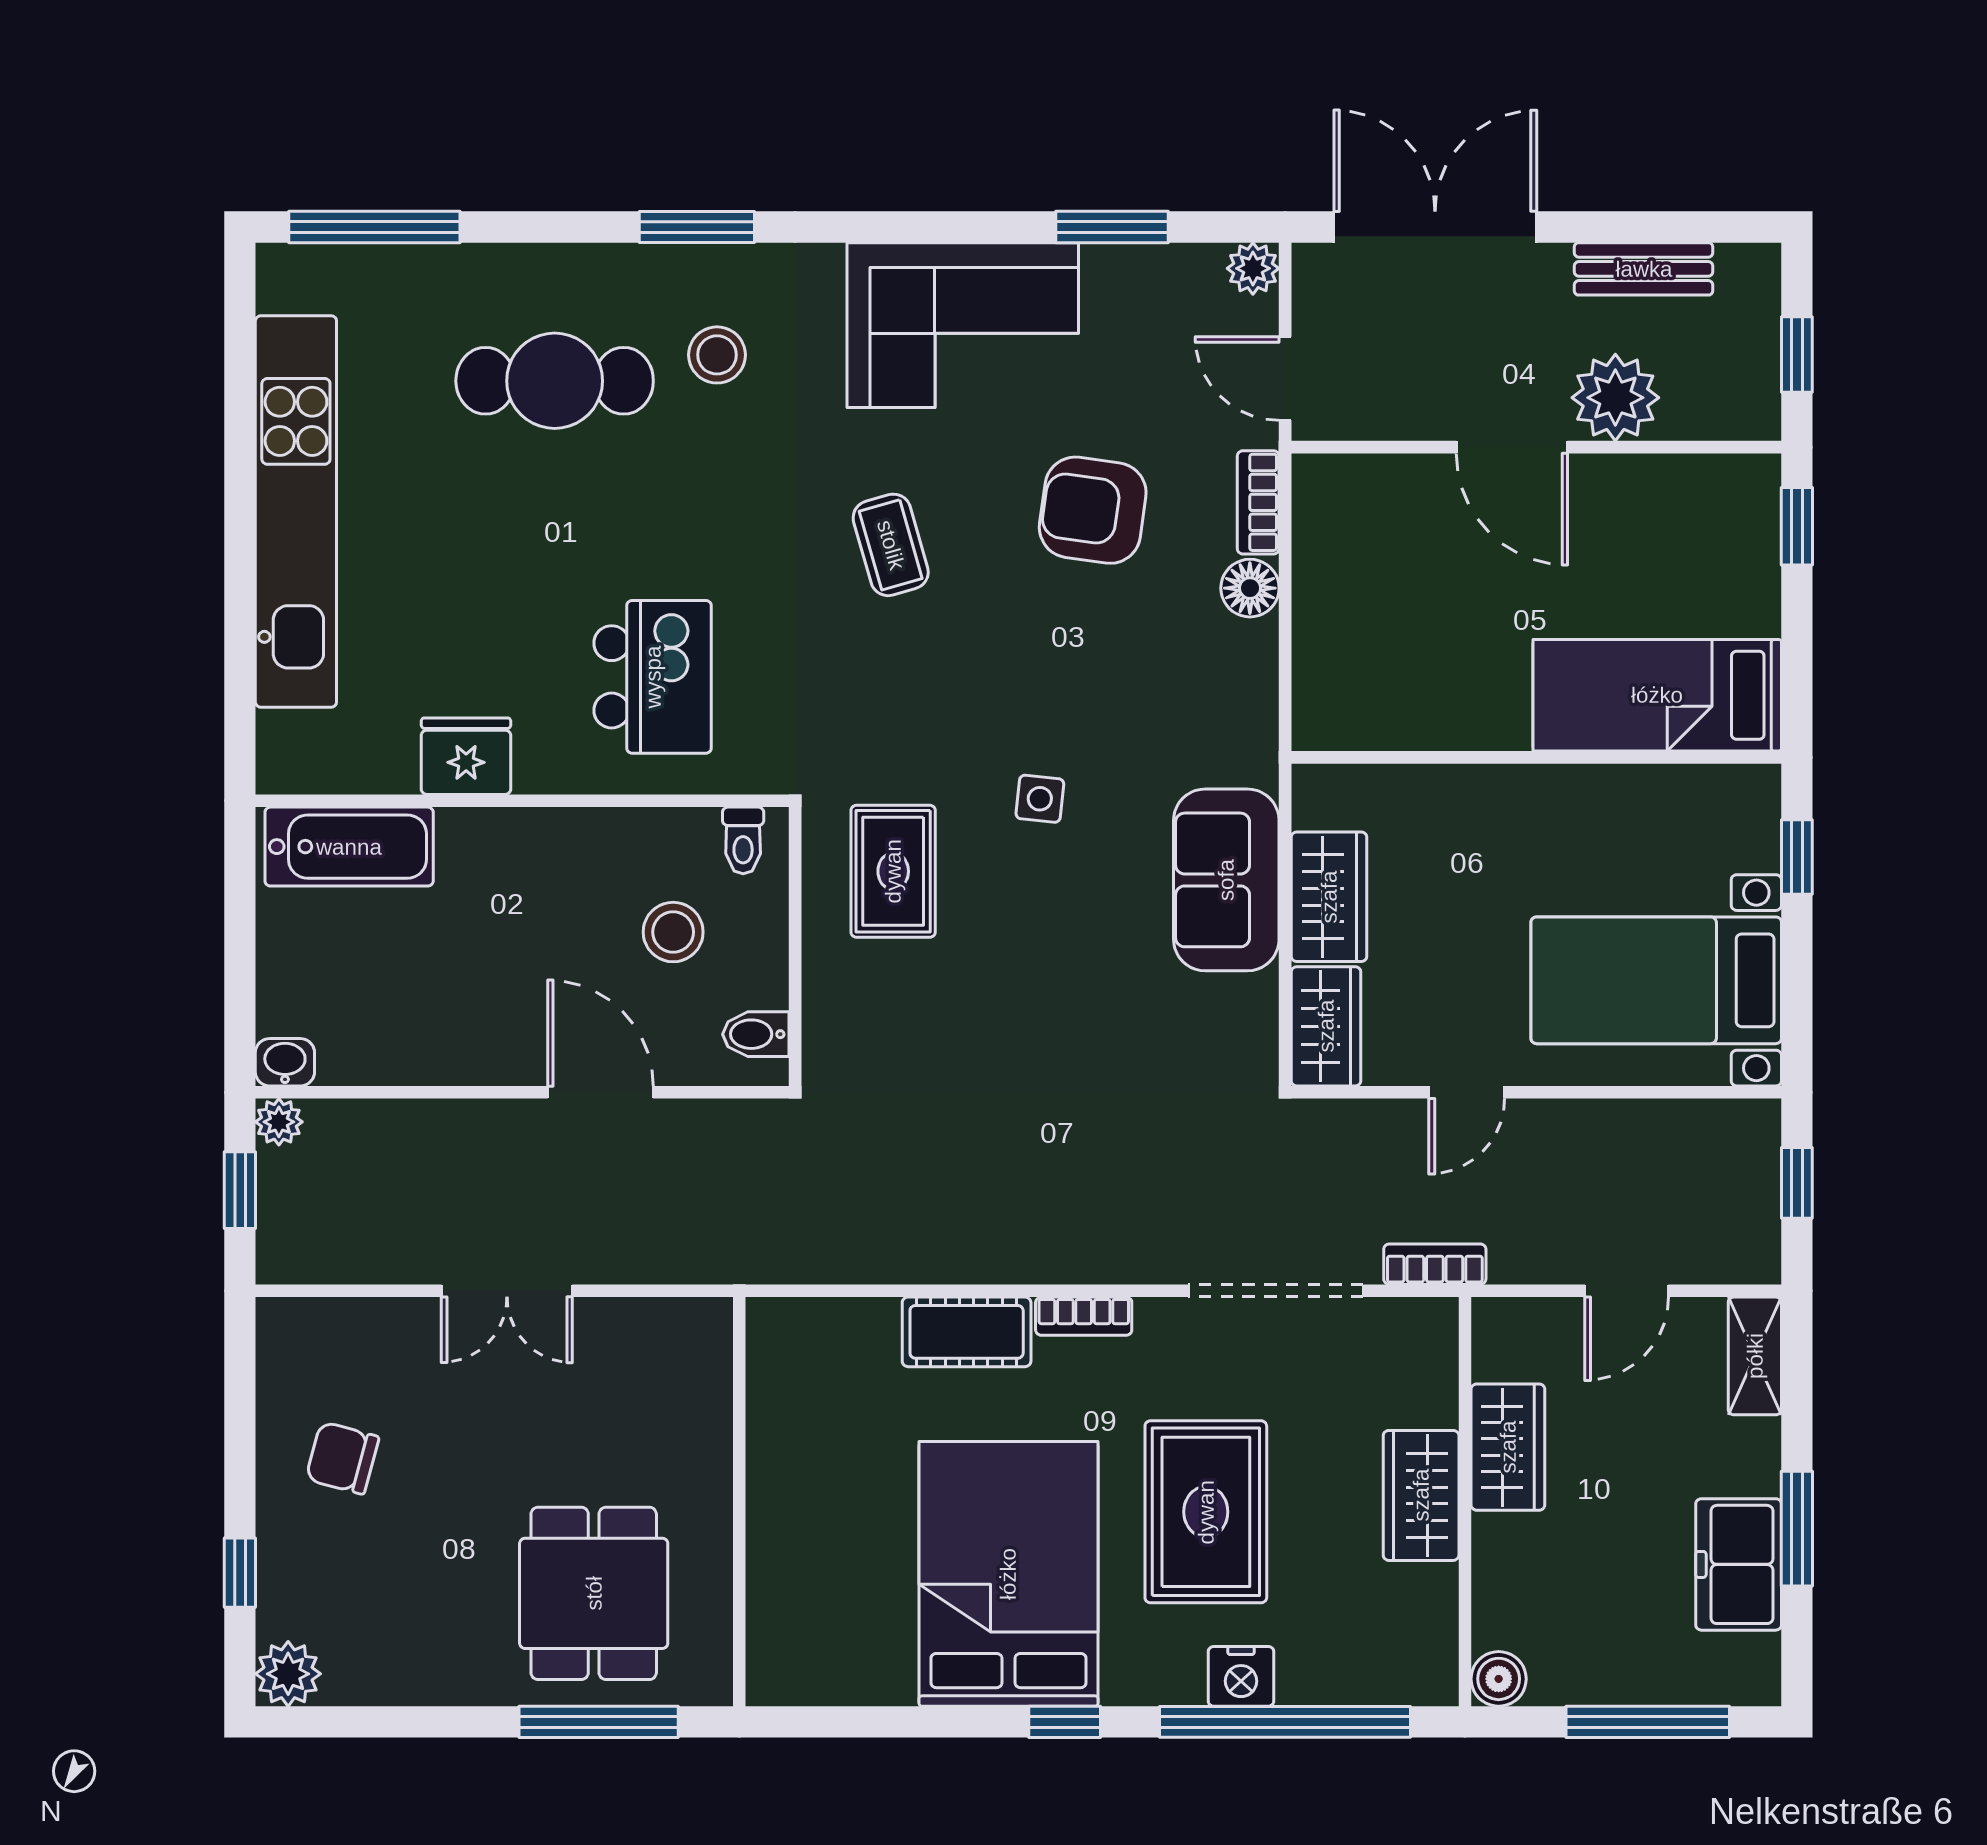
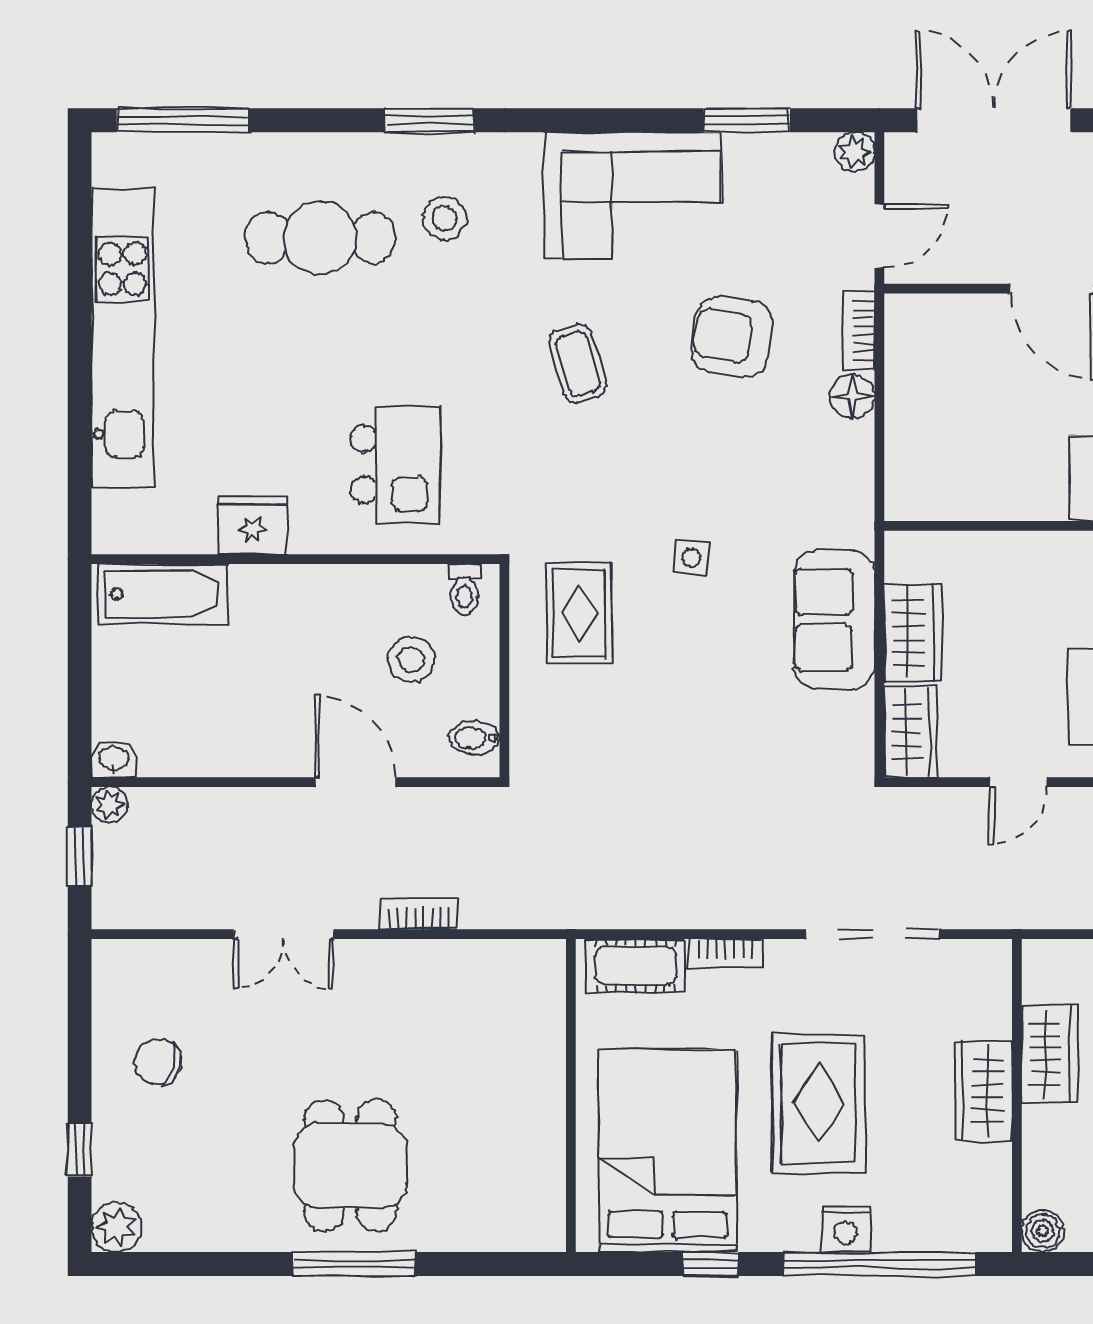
door: (1285, 379) -> (879, 236), swing flipped
bookcase: (1435, 1264) -> (419, 914), moved
wall: (739, 1502) -> (571, 1095), moved

